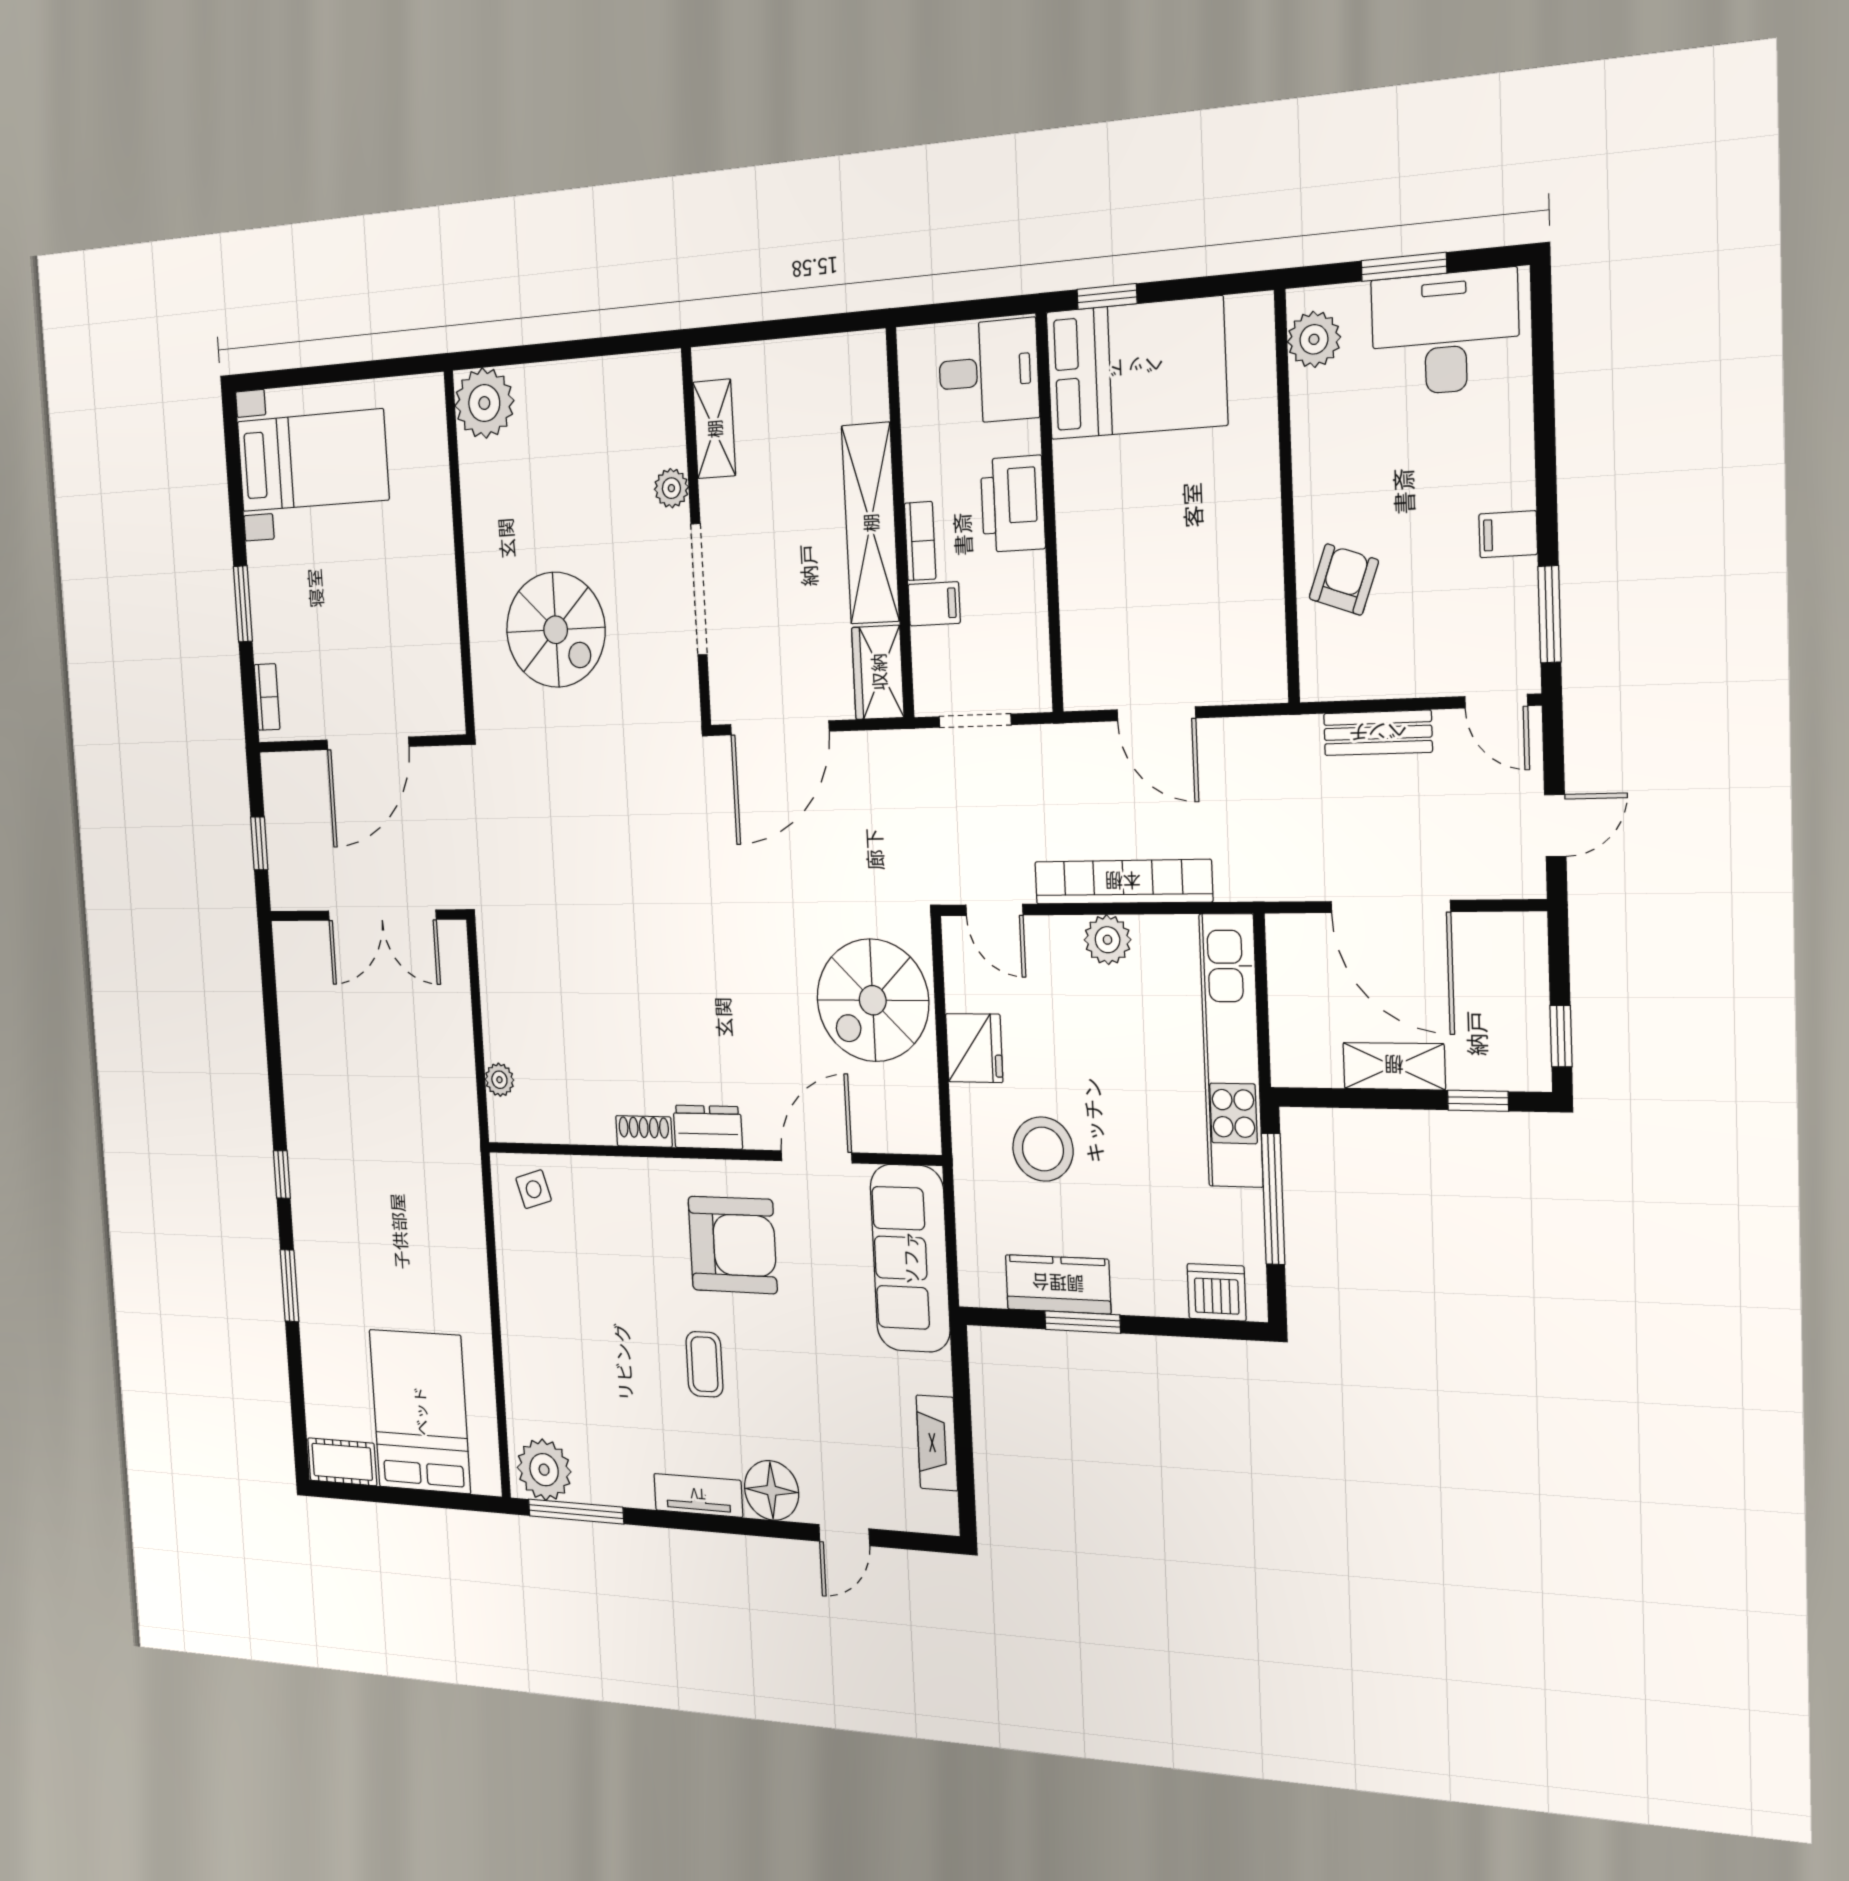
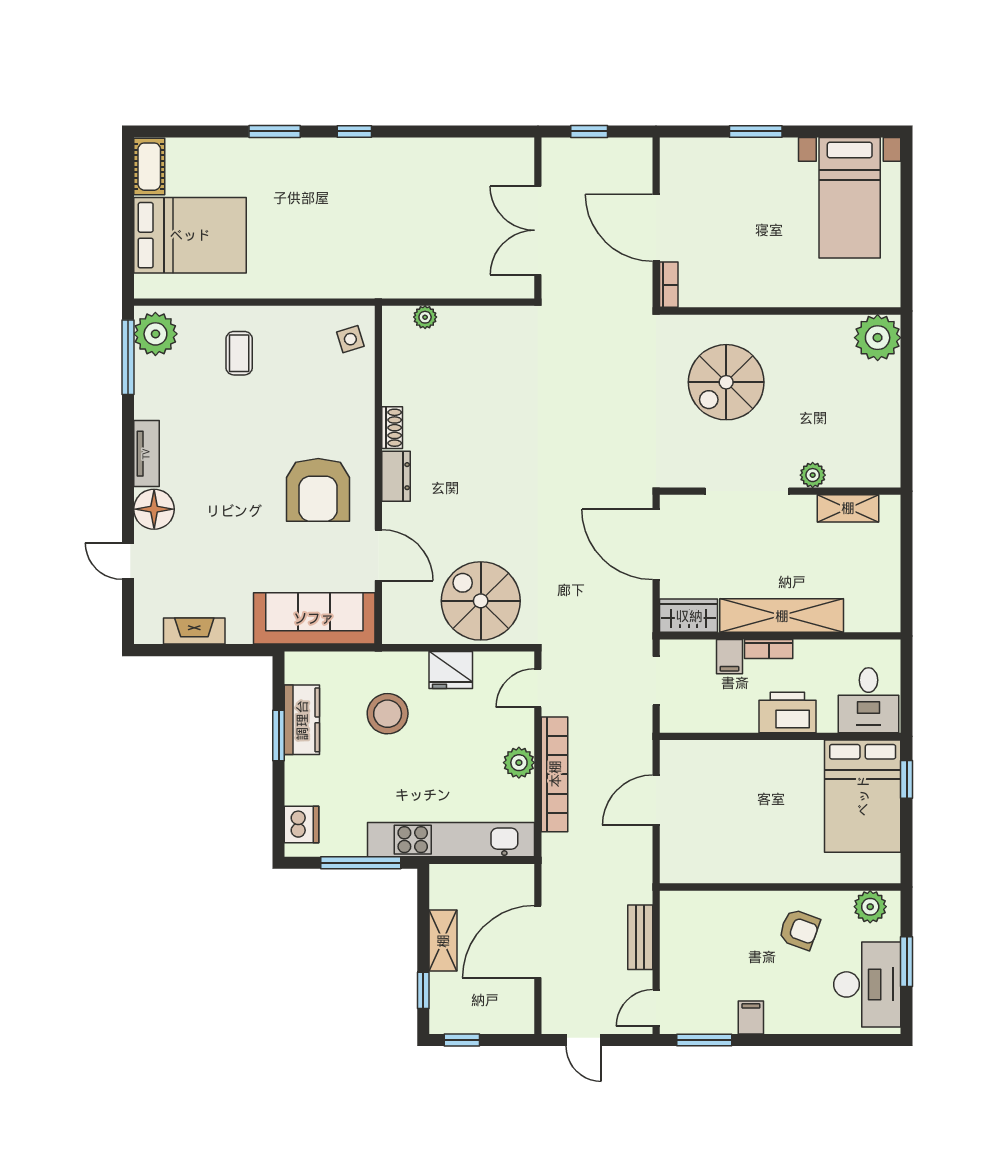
armchair: (1344, 579) -> (799, 929), moved
bookcase: (267, 697) -> (669, 285), moved, turned -90
coffee table: (704, 1364) -> (239, 353), moved, turned 90

